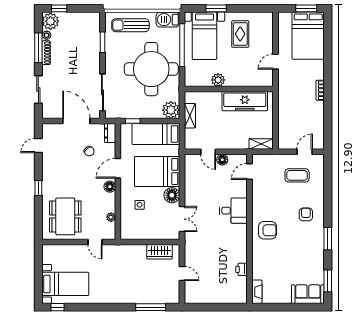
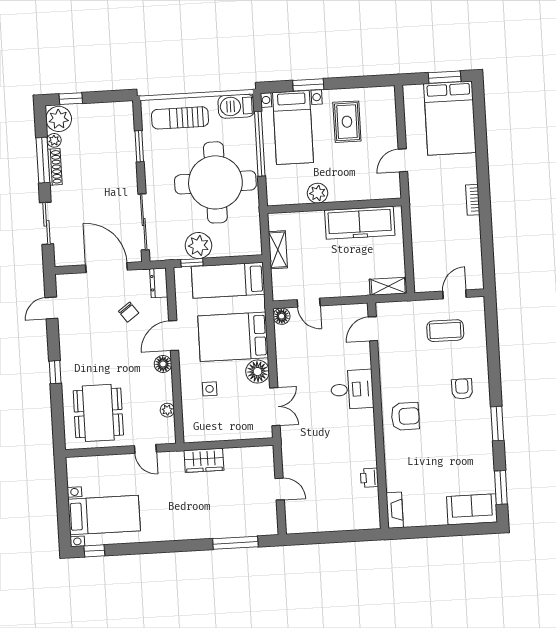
plant: (171, 110) -> (198, 246), moved
floor lamp: (222, 160) -> (282, 316), moved
wardrobe: (160, 252) -> (204, 460), moved

